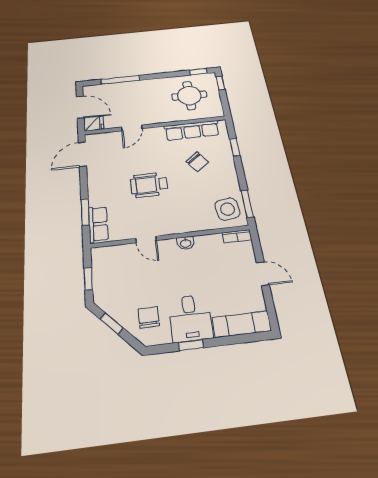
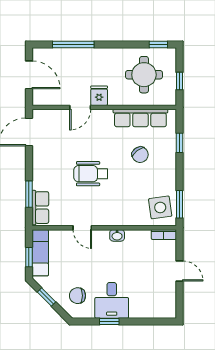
window: (220, 83) -> (179, 81), moved
fridge: (94, 124) -> (99, 96), moved, turned -90
chair: (149, 317) -> (78, 296), turned -90
exam couch: (242, 324) -> (40, 253), moved, turned 90

